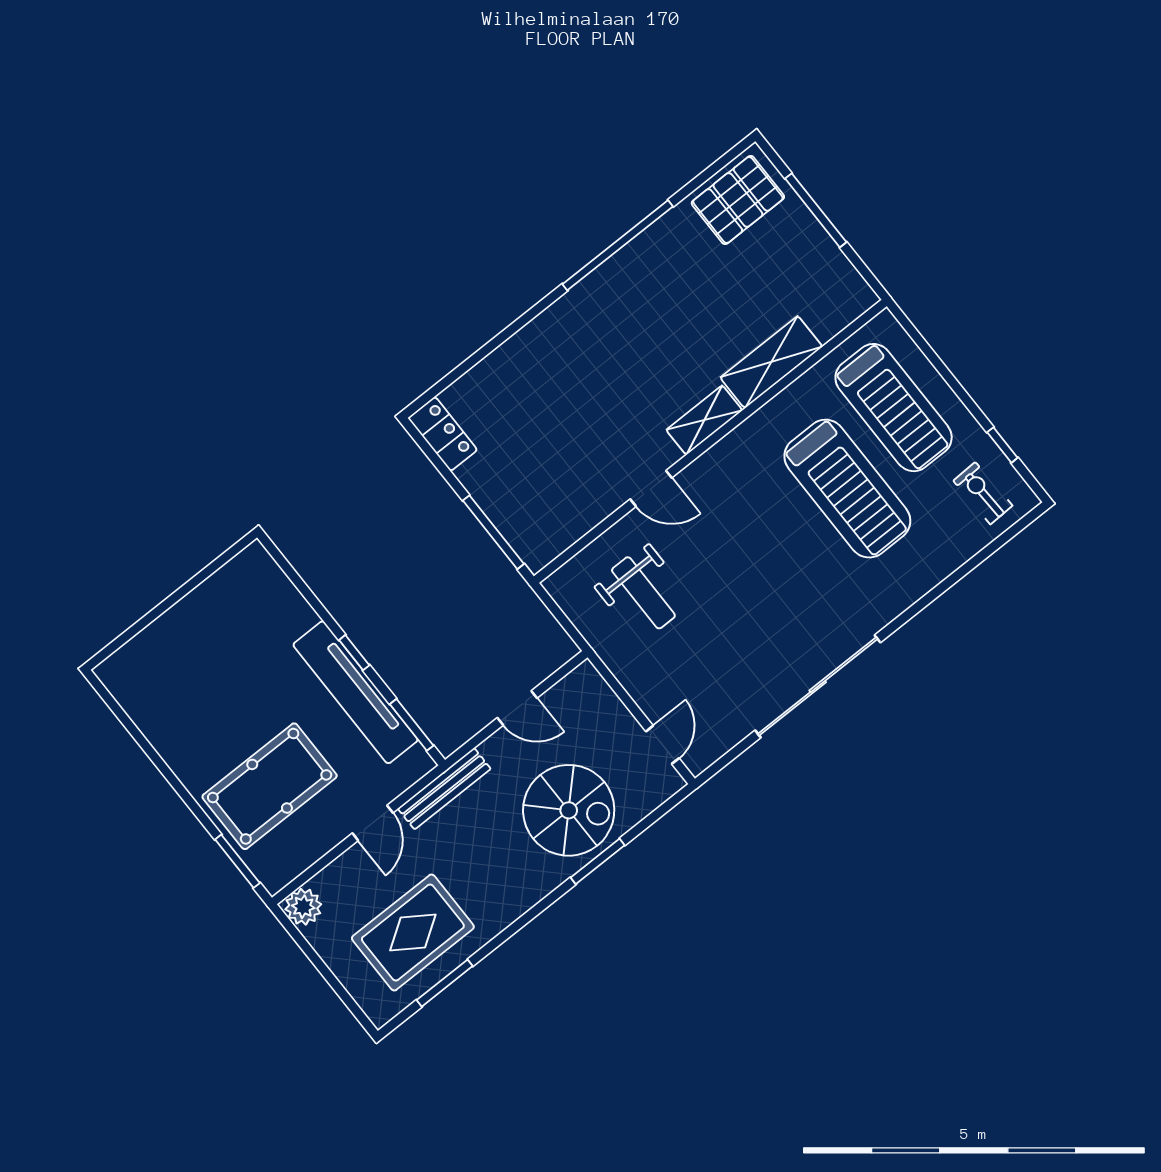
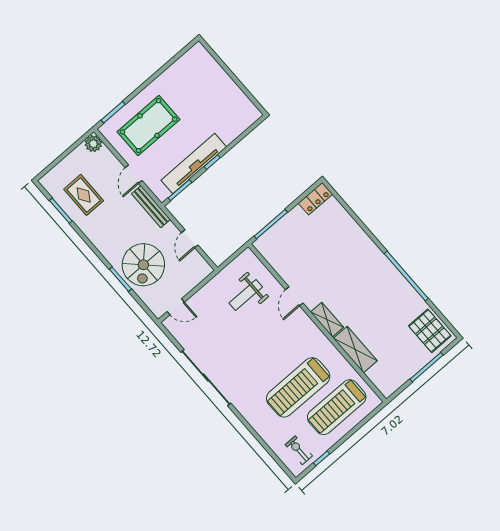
exercise bike: (983, 493) -> (299, 450), turned -88
pool table: (270, 786) -> (149, 126), turned 90
door: (373, 823) -> (134, 174), hinge flipped
rug: (413, 933) -> (84, 195), width x0.73, depth x0.70

